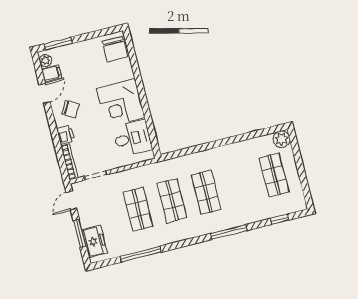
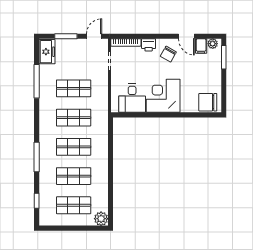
shop shelf: (240, 184) -> (74, 176), added
door: (71, 200) -> (94, 36), hinge flipped
freezer: (95, 241) -> (47, 52), moved, turned -90

